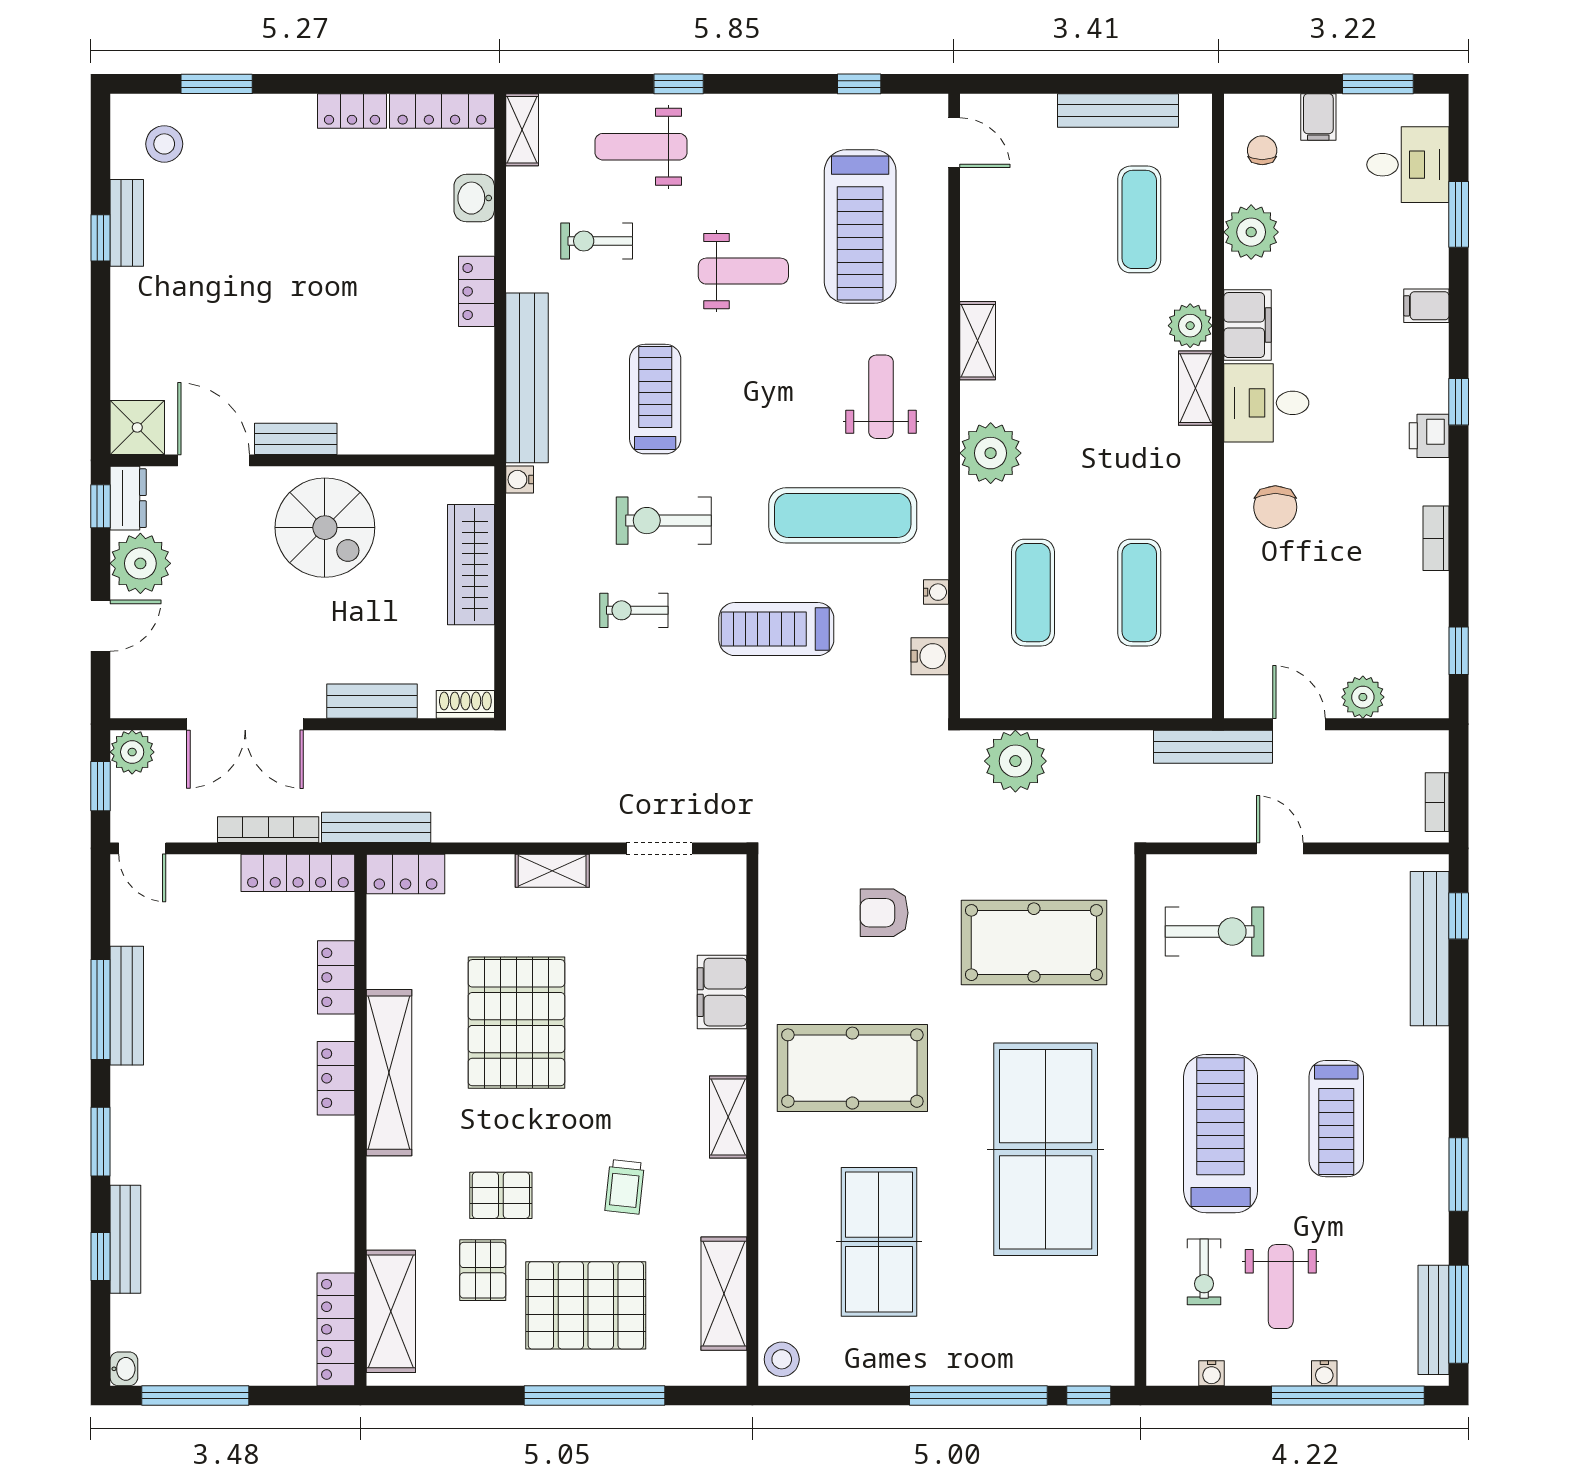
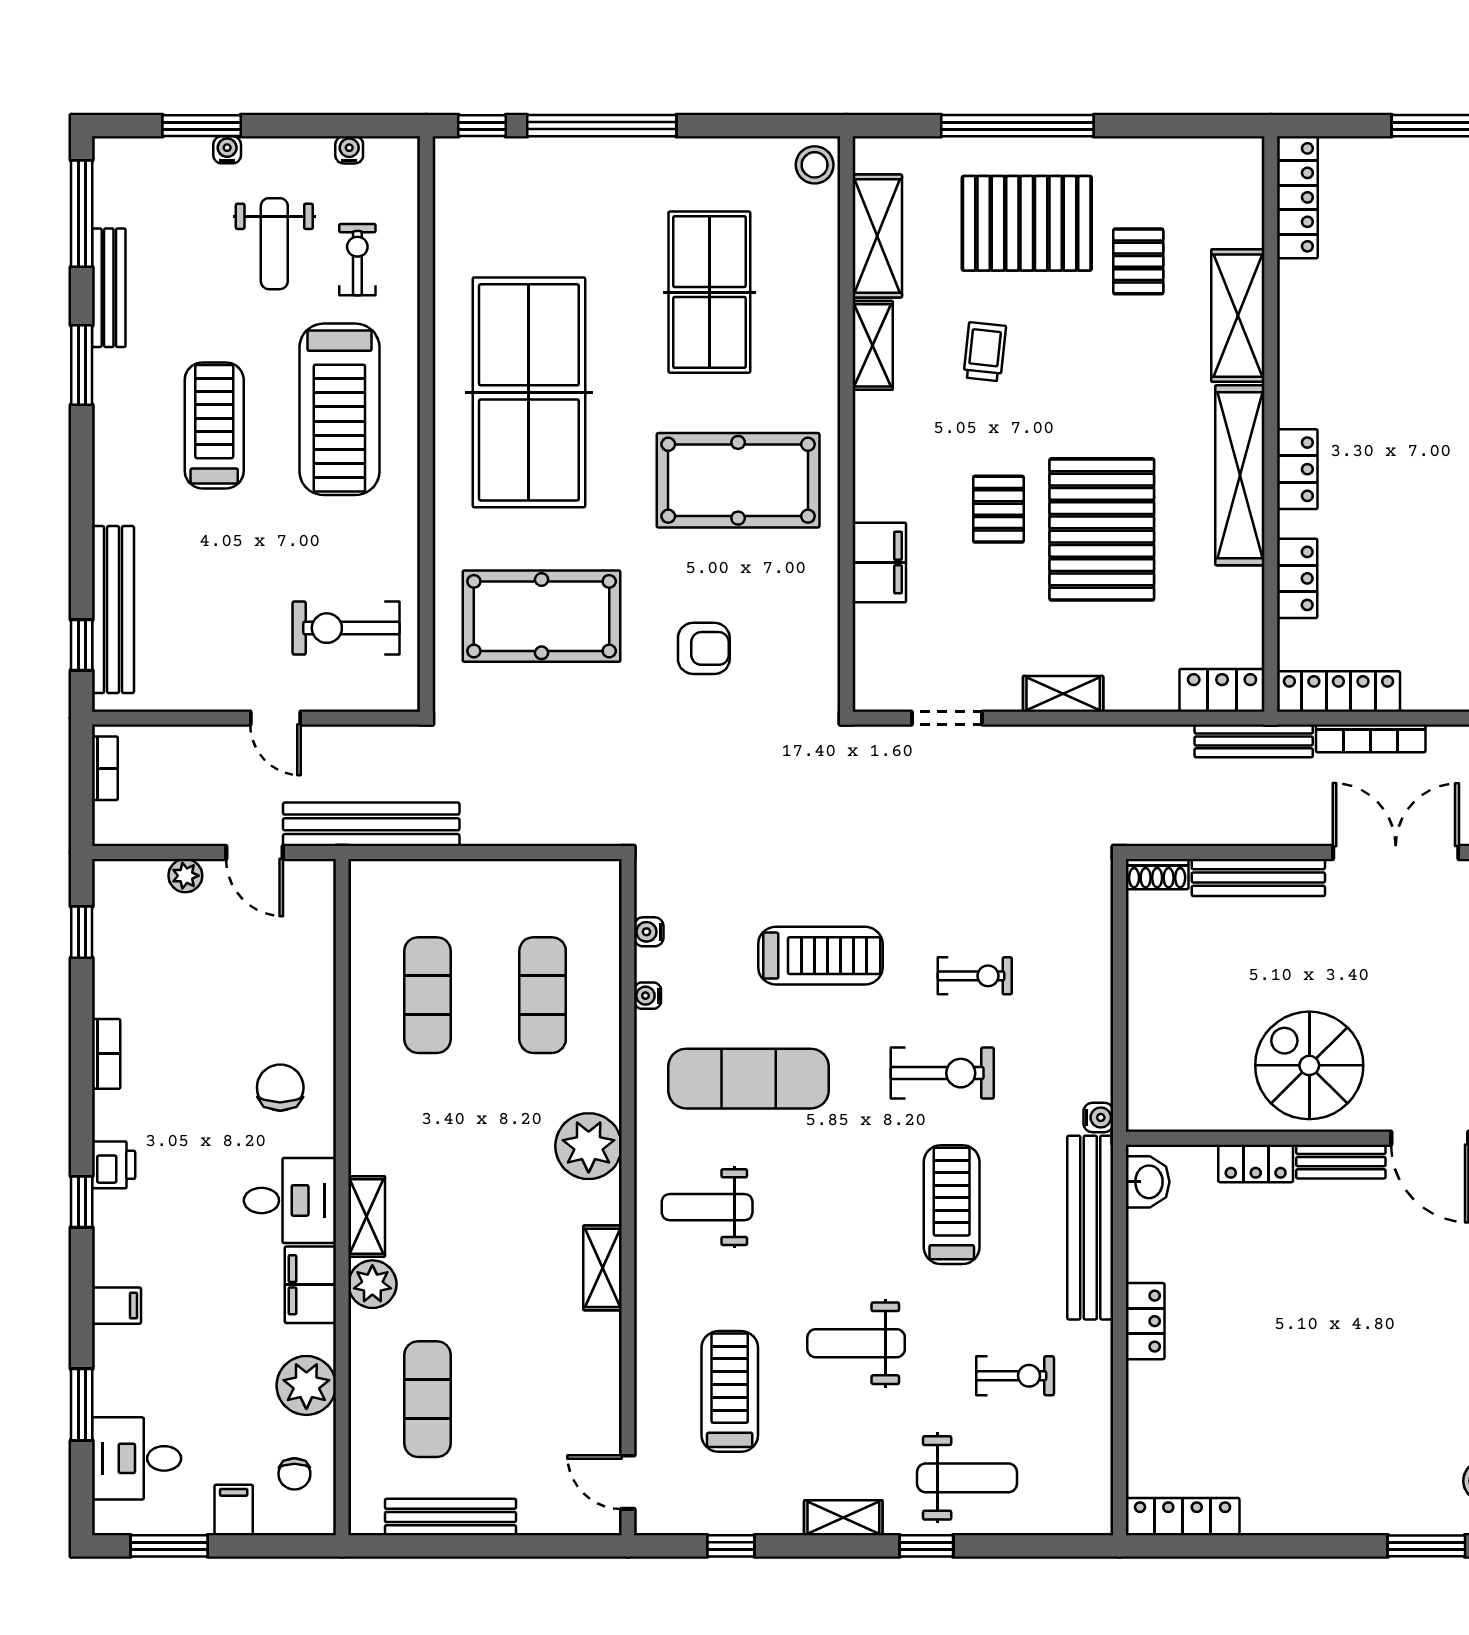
locker: (352, 111) -> (1256, 1163), moved, turned 180
shelving: (522, 130) -> (843, 1518), moved, turned 90
washbasin: (474, 198) -> (1148, 1182), moved
treadmill: (860, 227) -> (730, 1391), width x0.73, depth x0.73
weight bench: (881, 397) -> (707, 1207), turned 90
treadmill: (655, 399) -> (952, 1205), turned 180
wardrobe: (471, 565) -> (1151, 1025), removed
water cooler: (930, 656) -> (649, 932), width x0.72, depth x0.72
plant: (1363, 697) -> (185, 876), width x0.73, depth x0.73
bench: (372, 701) -> (1258, 877), width x1.36
bench: (1213, 747) -> (371, 824), width x1.37, depth x1.21
plant: (1015, 761) -> (562, 813), removed
shelving: (728, 1117) -> (873, 345), moved
pallet: (501, 1195) -> (998, 509), moved, turned 90
weight bench: (1281, 1287) -> (274, 244), turned 180
shelving: (391, 1311) -> (1238, 316), moved
bench: (1434, 1320) -> (109, 288), moved
window: (1348, 1396) -> (202, 126), width x0.47

